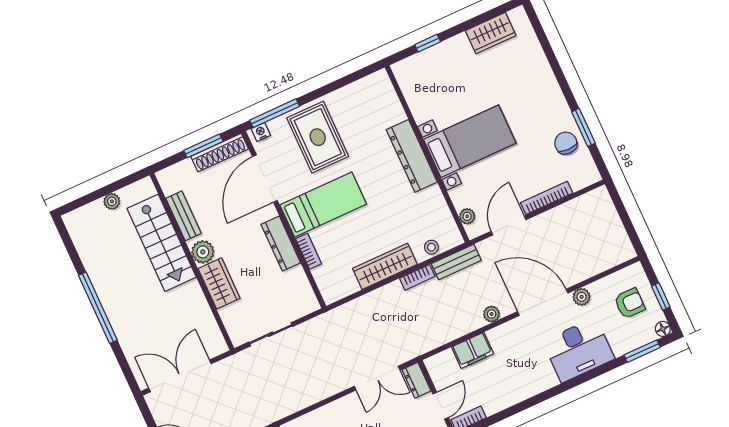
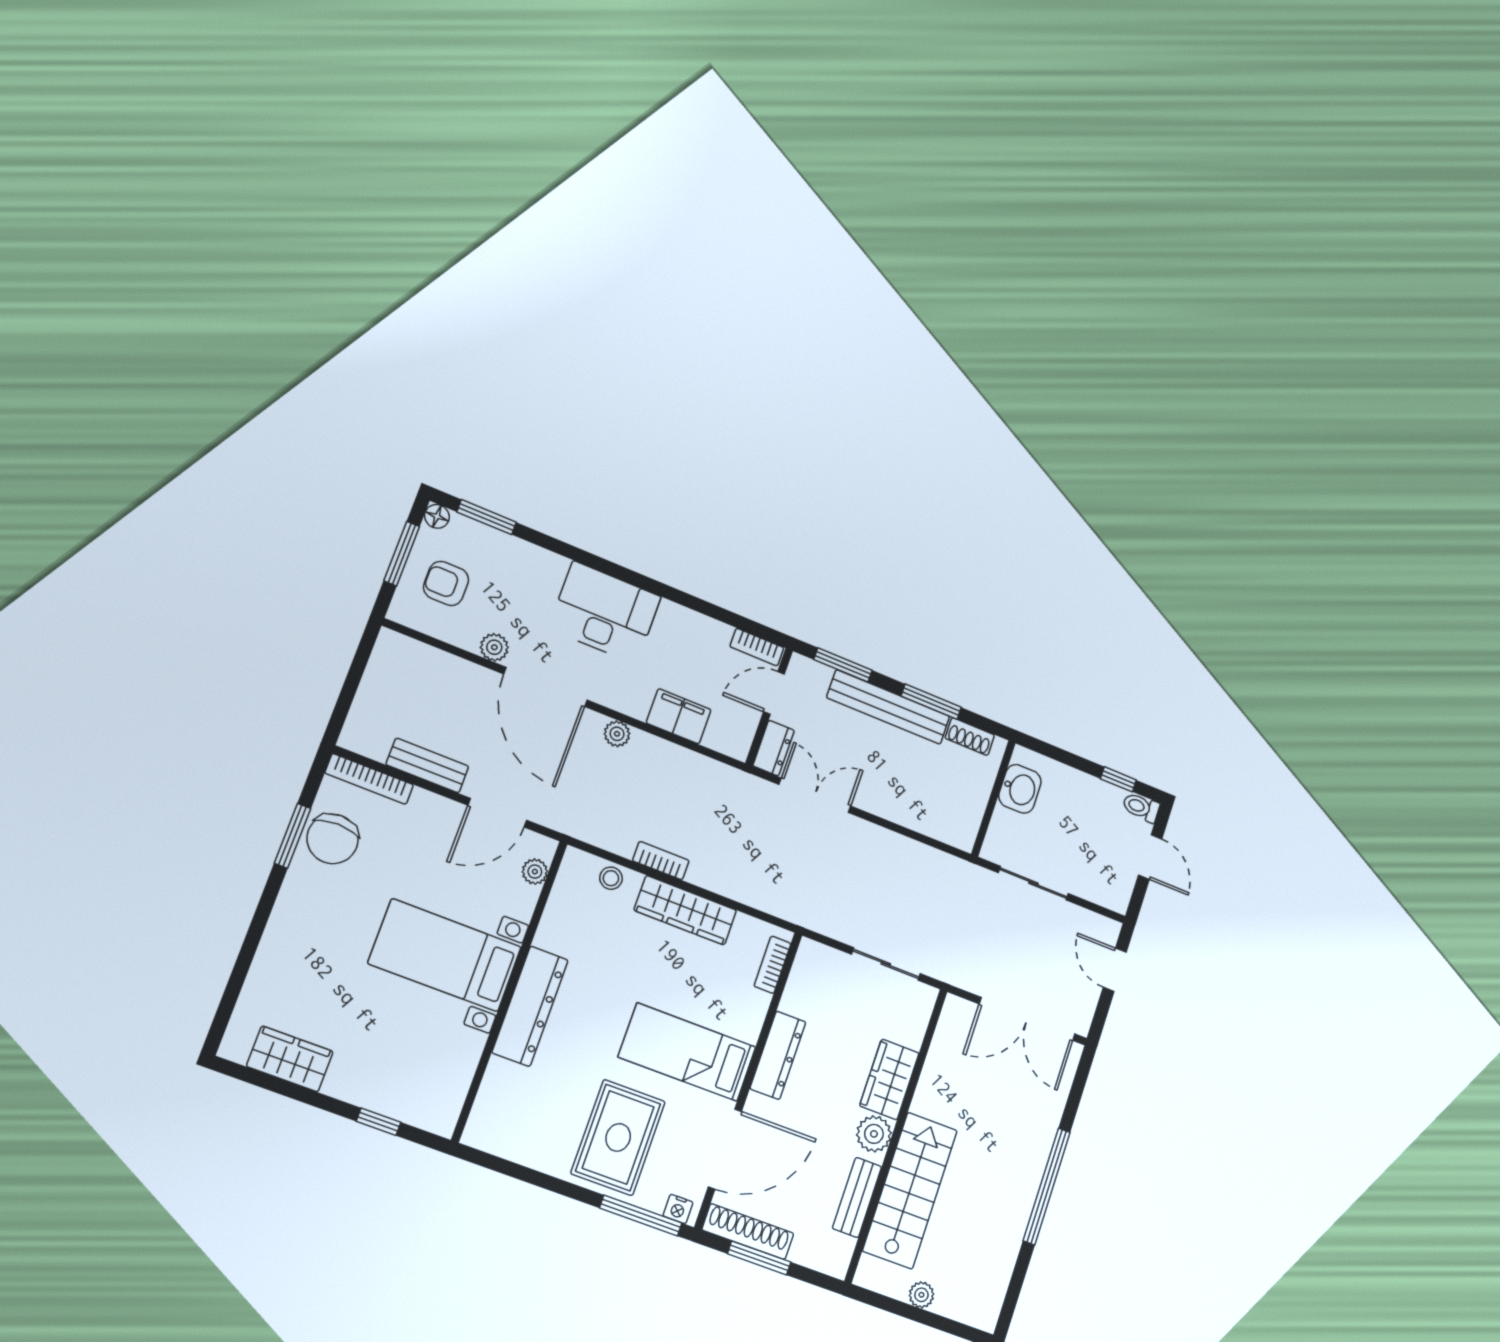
chair: (566, 143) -> (333, 839), width x1.37, depth x1.37
bookcase: (547, 198) -> (369, 779), moved
bookcase: (308, 251) -> (772, 965), moved
bench: (456, 262) -> (427, 765), moved
window: (661, 296) -> (402, 554), width x1.50
desk: (579, 350) -> (605, 612), moved

